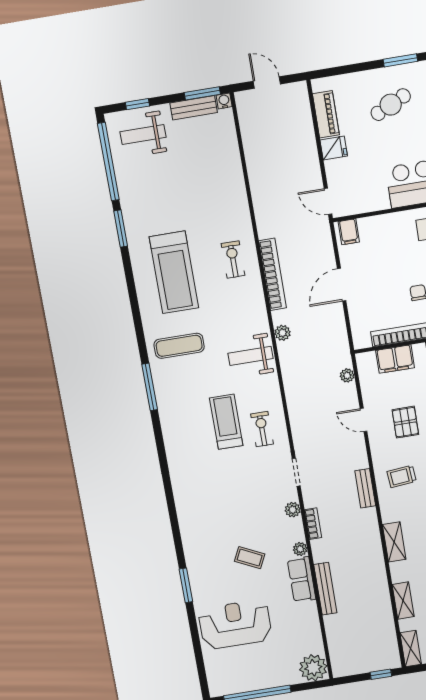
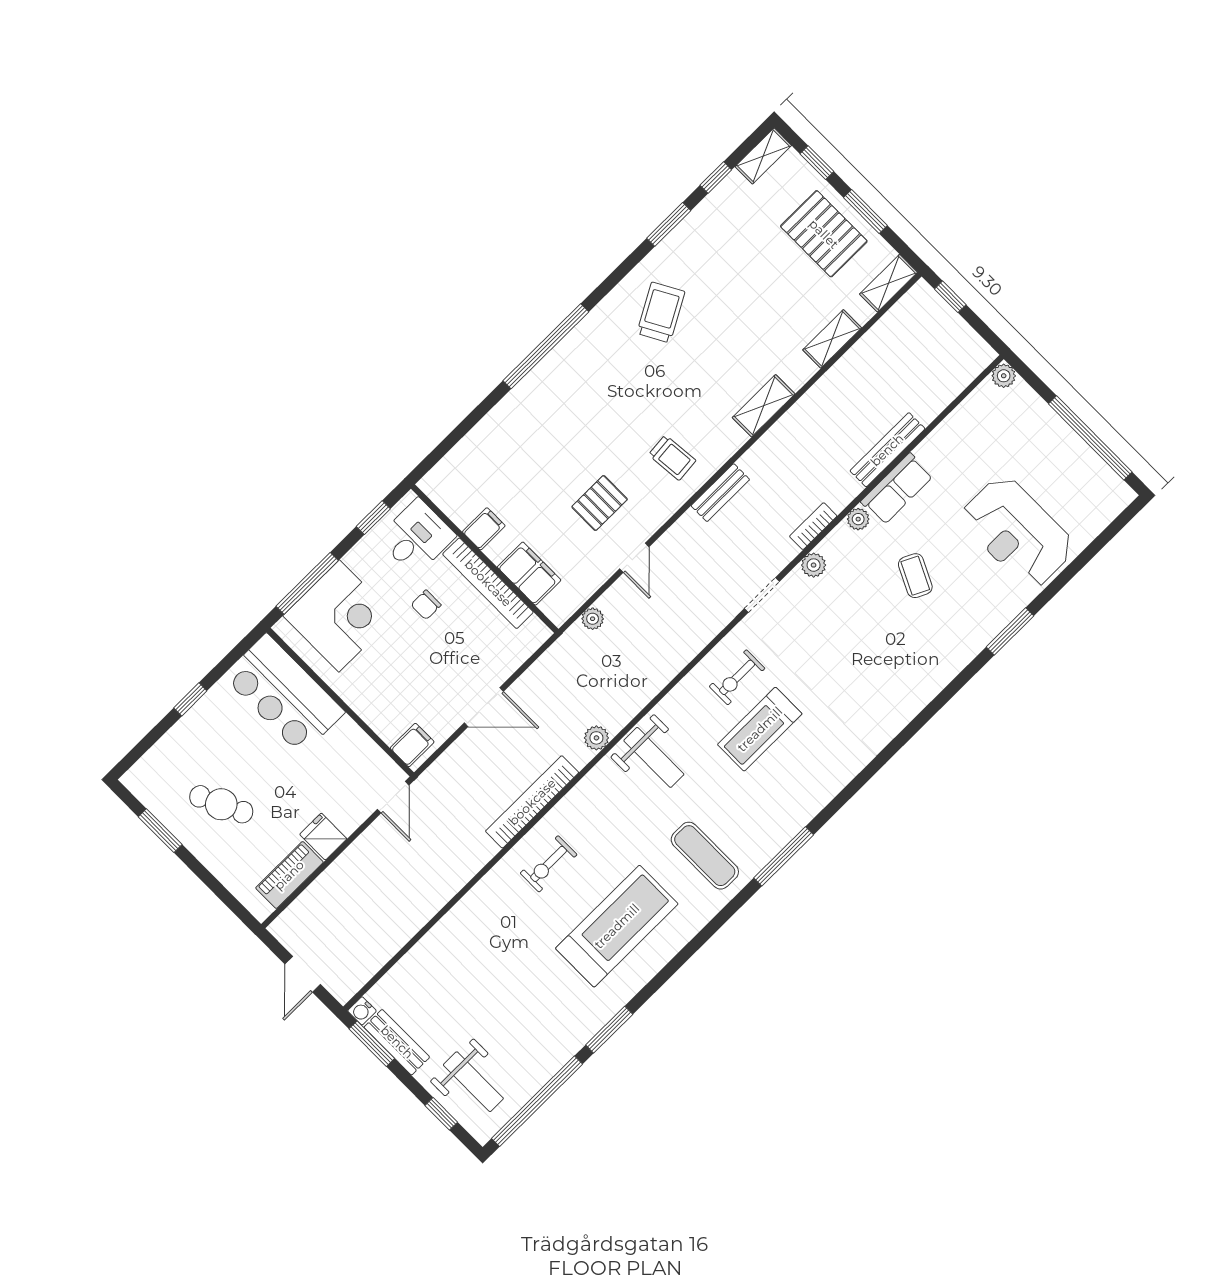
plant: (313, 668) -> (1004, 376), width x0.53, depth x0.53

